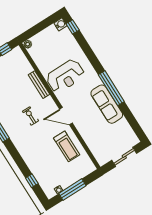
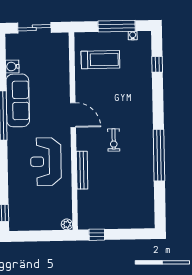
water cooler: (60, 24) -> (12, 66), moved
reception desk: (65, 76) -> (46, 162), turned -90
treadmill: (67, 146) -> (100, 60), moved, turned 90

